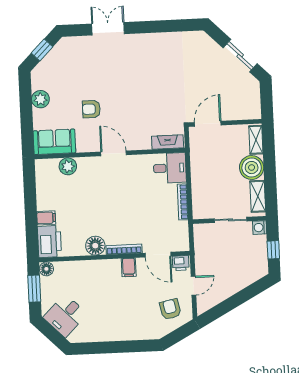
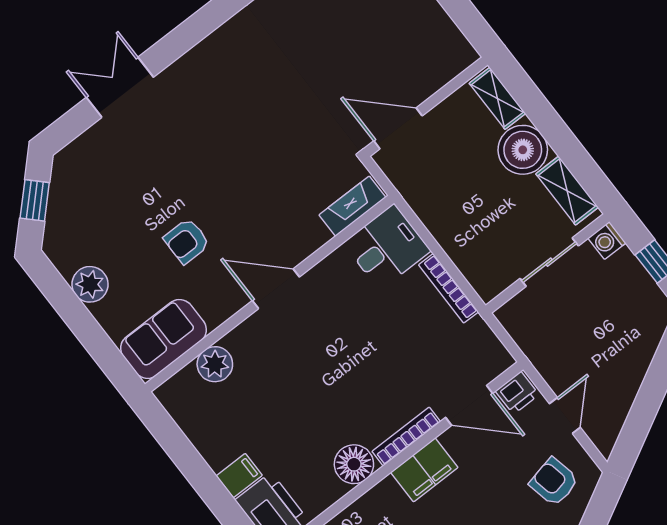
door: (208, 124) -> (398, 128), hinge flipped
filing cabinet: (129, 267) -> (424, 470), width x2.00

